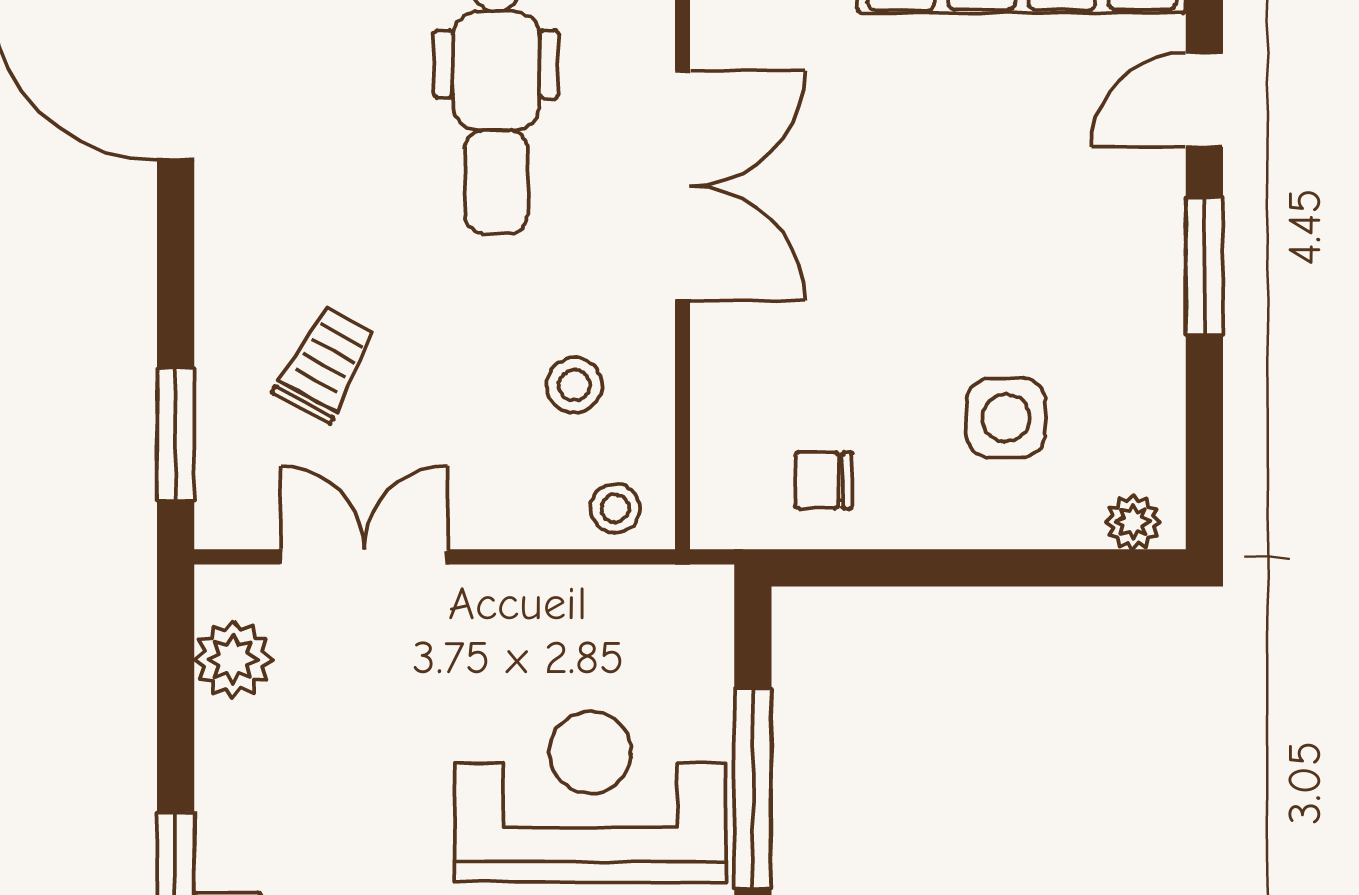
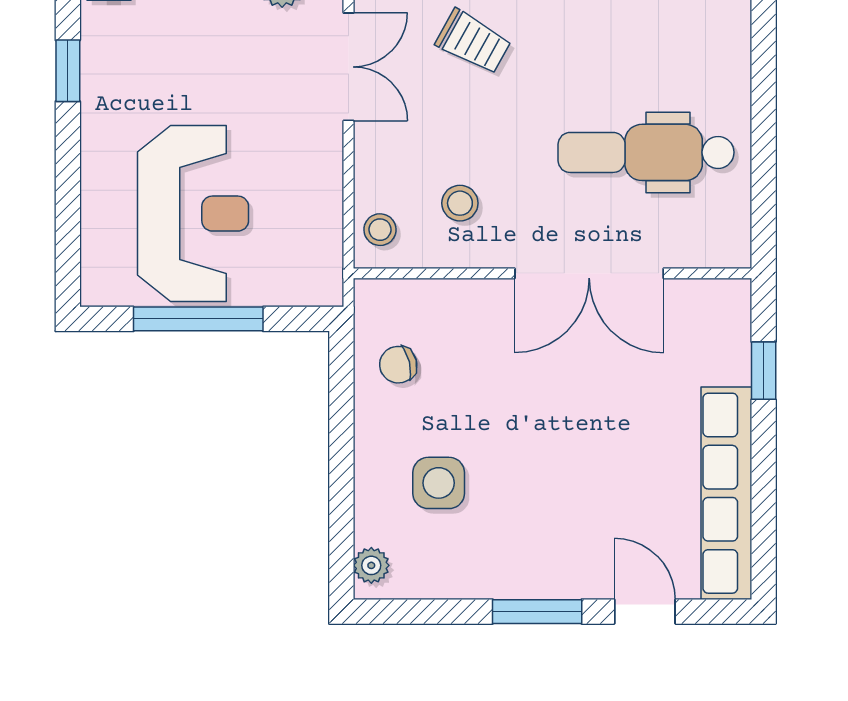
chair: (823, 480) -> (398, 365), turned -104

